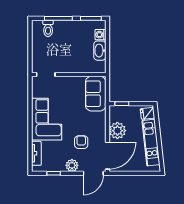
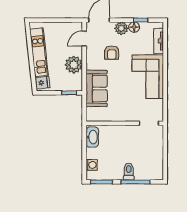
toilet: (48, 28) -> (129, 172), moved
washbasin: (100, 51) -> (92, 137), moved
sofa: (96, 94) -> (97, 88), moved
door: (107, 156) -> (84, 39), width x0.53
floor lamp: (60, 167) -> (134, 27), added

